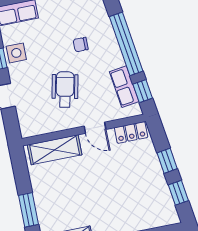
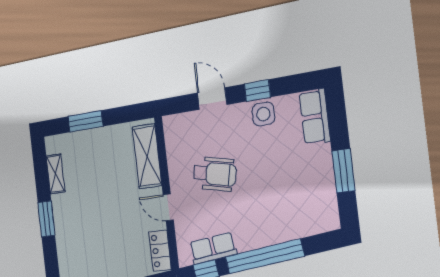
chair: (81, 45) -> (268, 198), removed
door: (95, 128) -> (168, 207), hinge flipped

